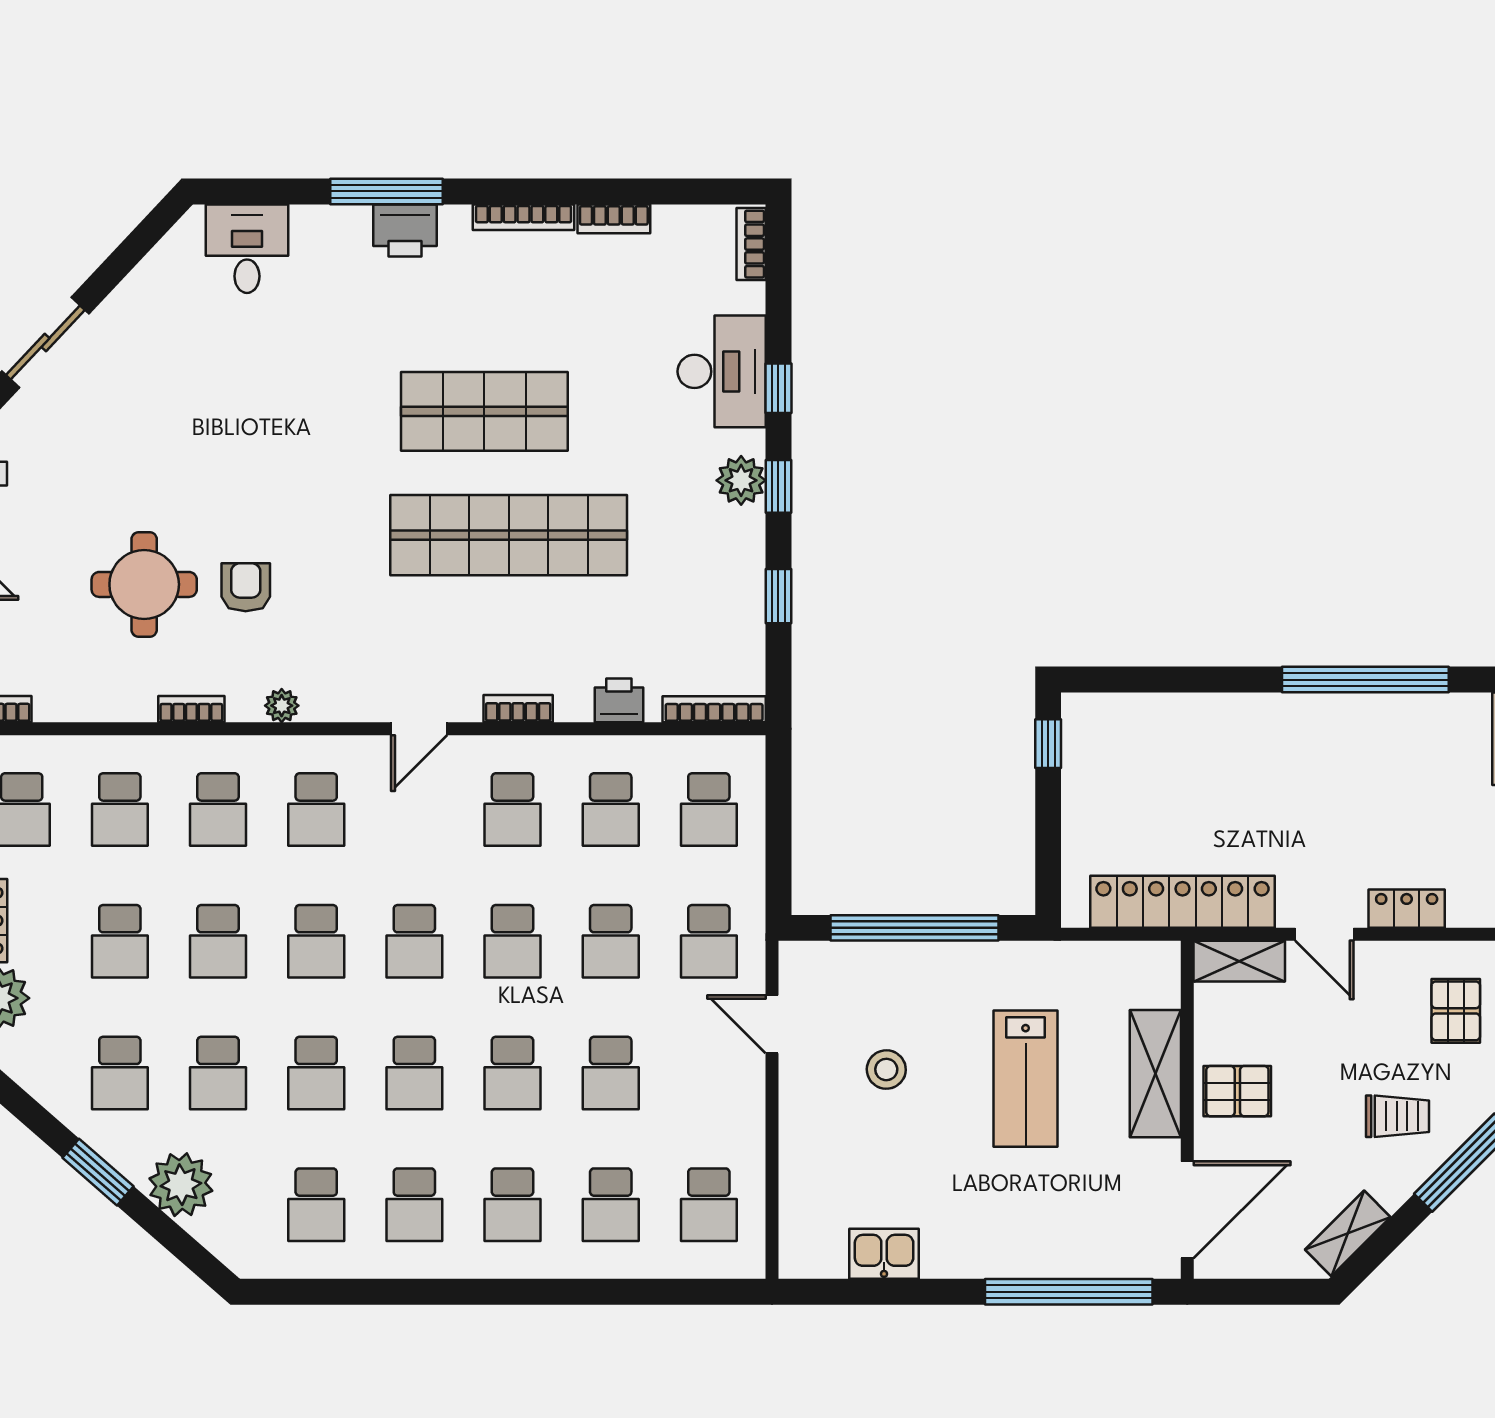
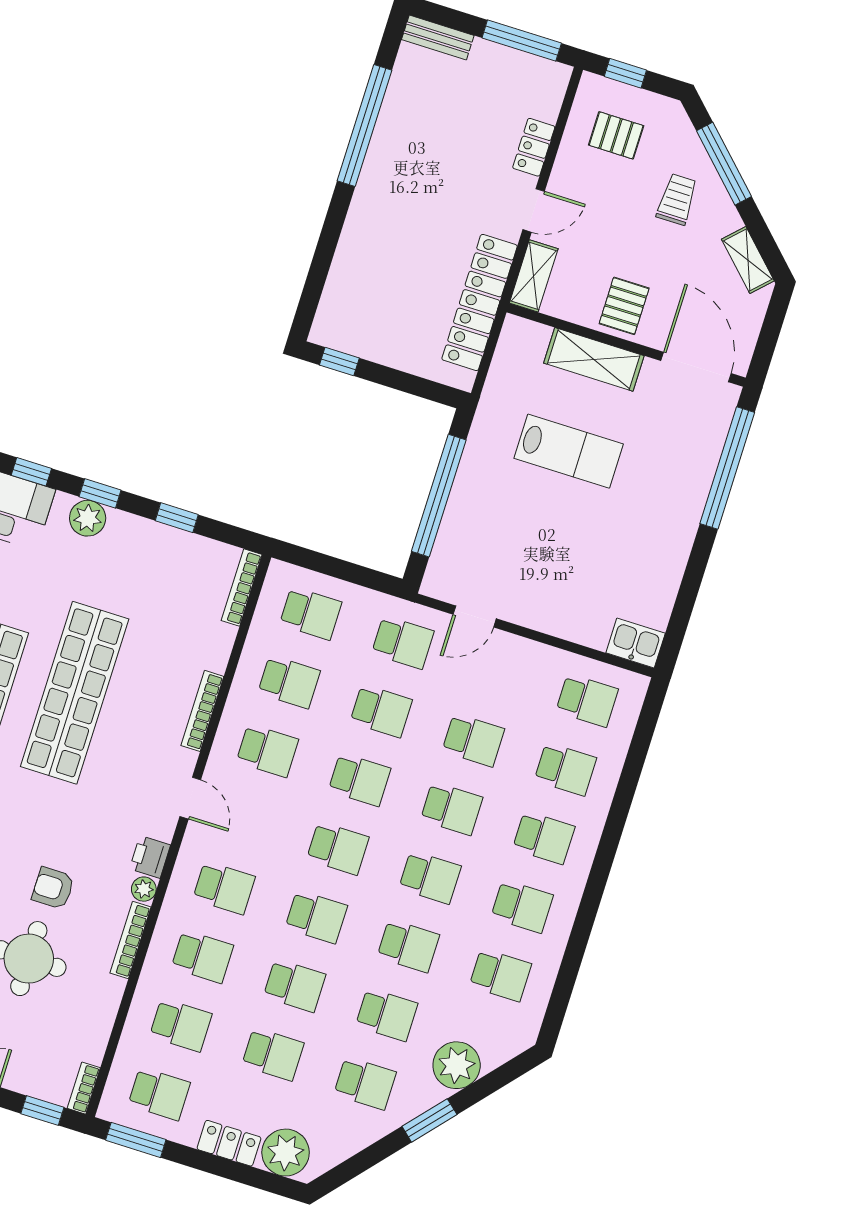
printer: (619, 700) -> (150, 857), moved
bookcase: (191, 709) -> (131, 940), width x1.56
bookcase: (518, 709) -> (202, 711), width x1.56
stool: (886, 1070) -> (532, 547), removed
kitchen sink: (884, 1254) -> (636, 643), moved, turned 90

